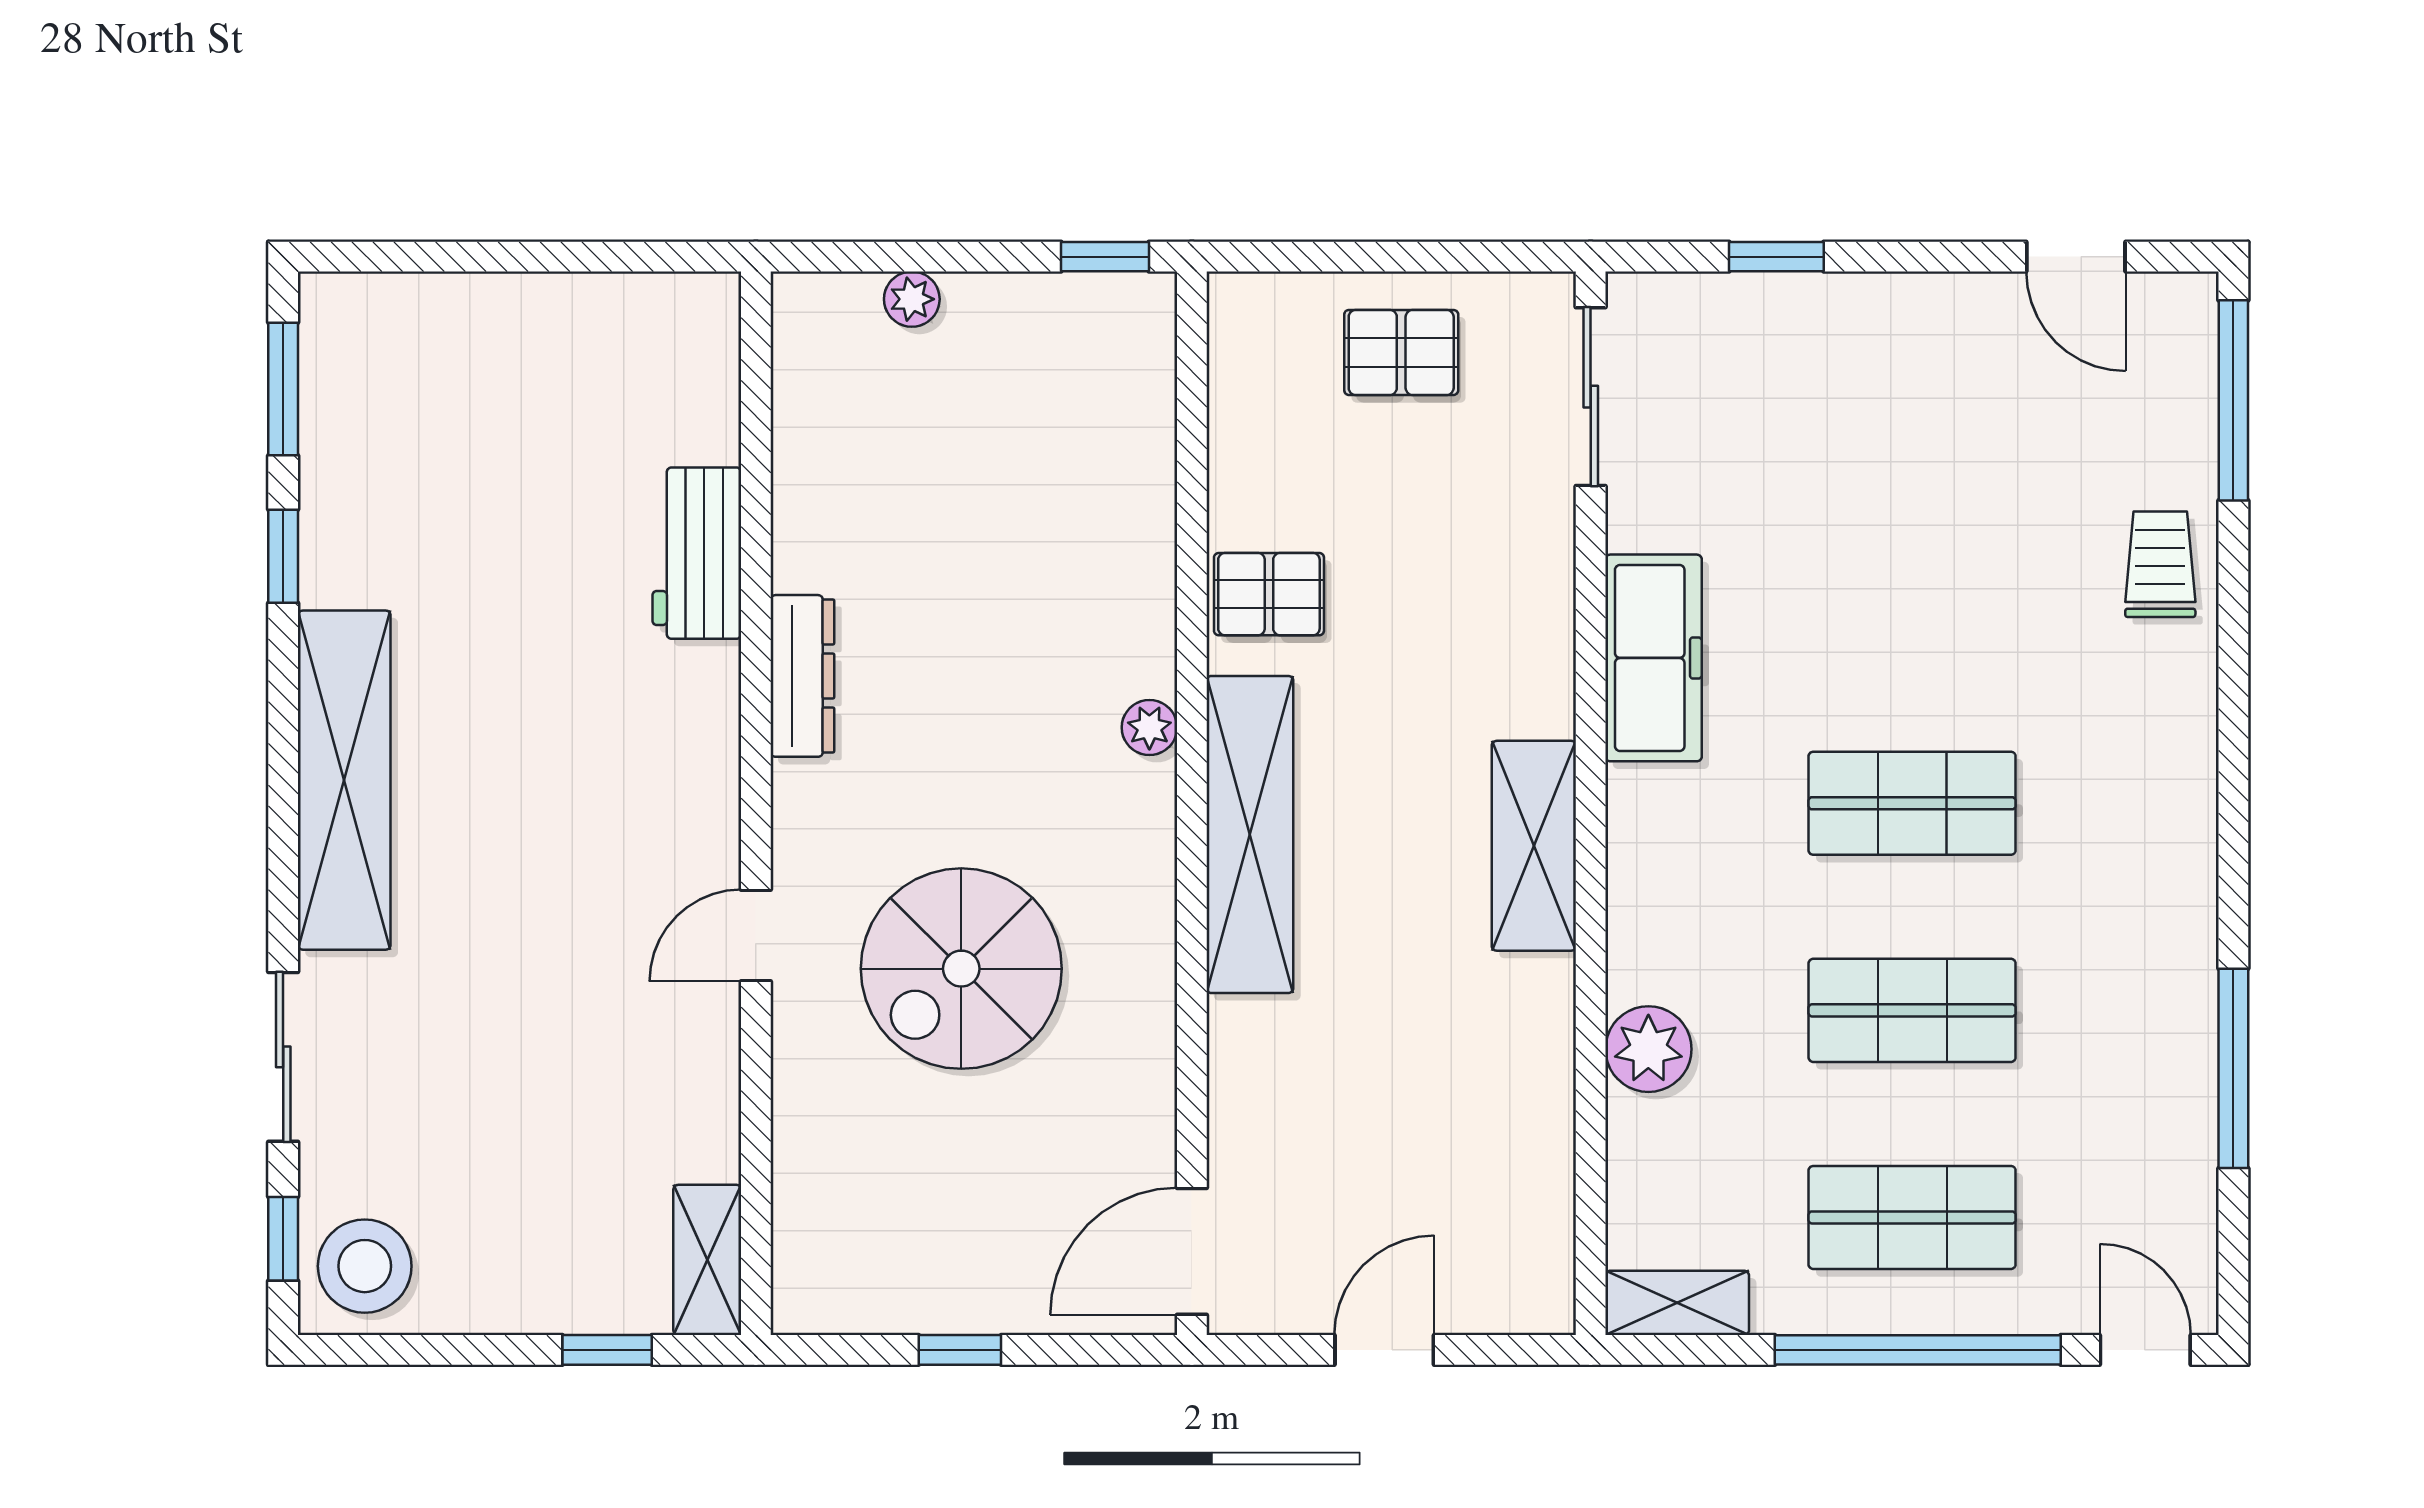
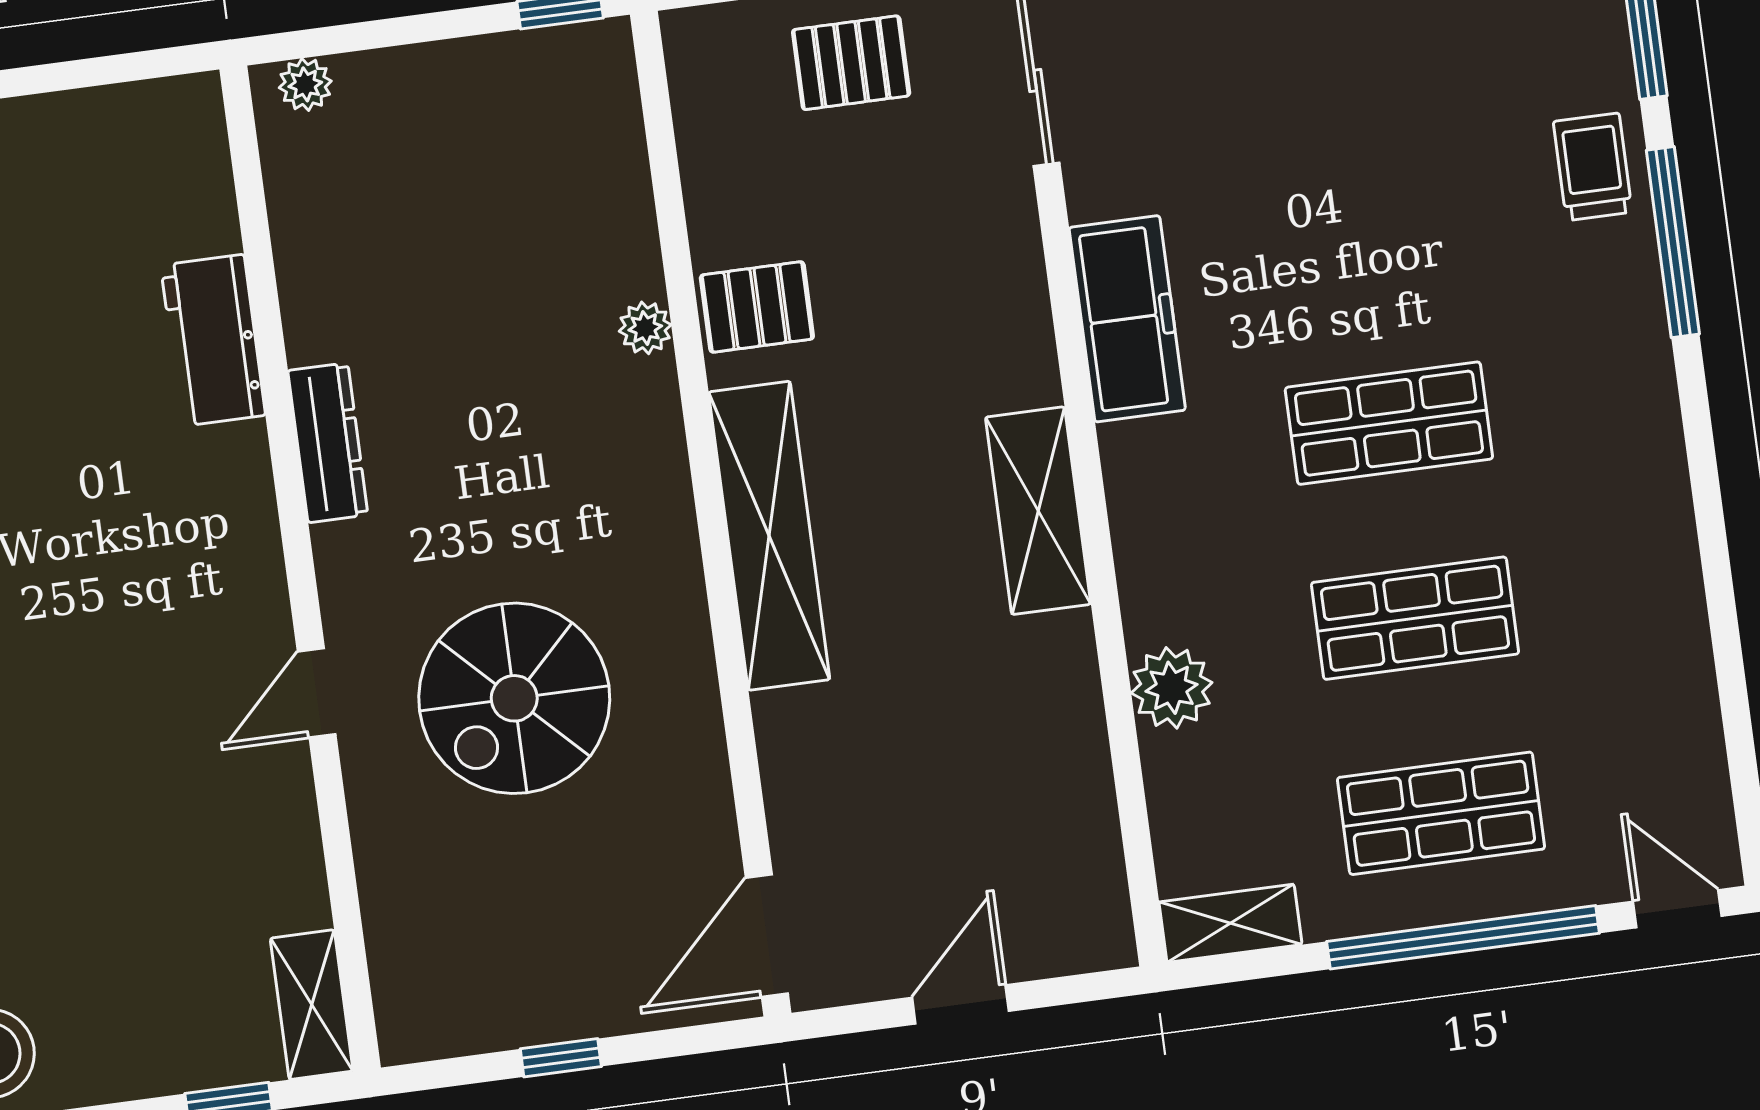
plant: (912, 299) -> (305, 84), moved
plant: (1149, 727) -> (645, 328), moved
window: (2233, 1068) -> (1673, 242), moved

